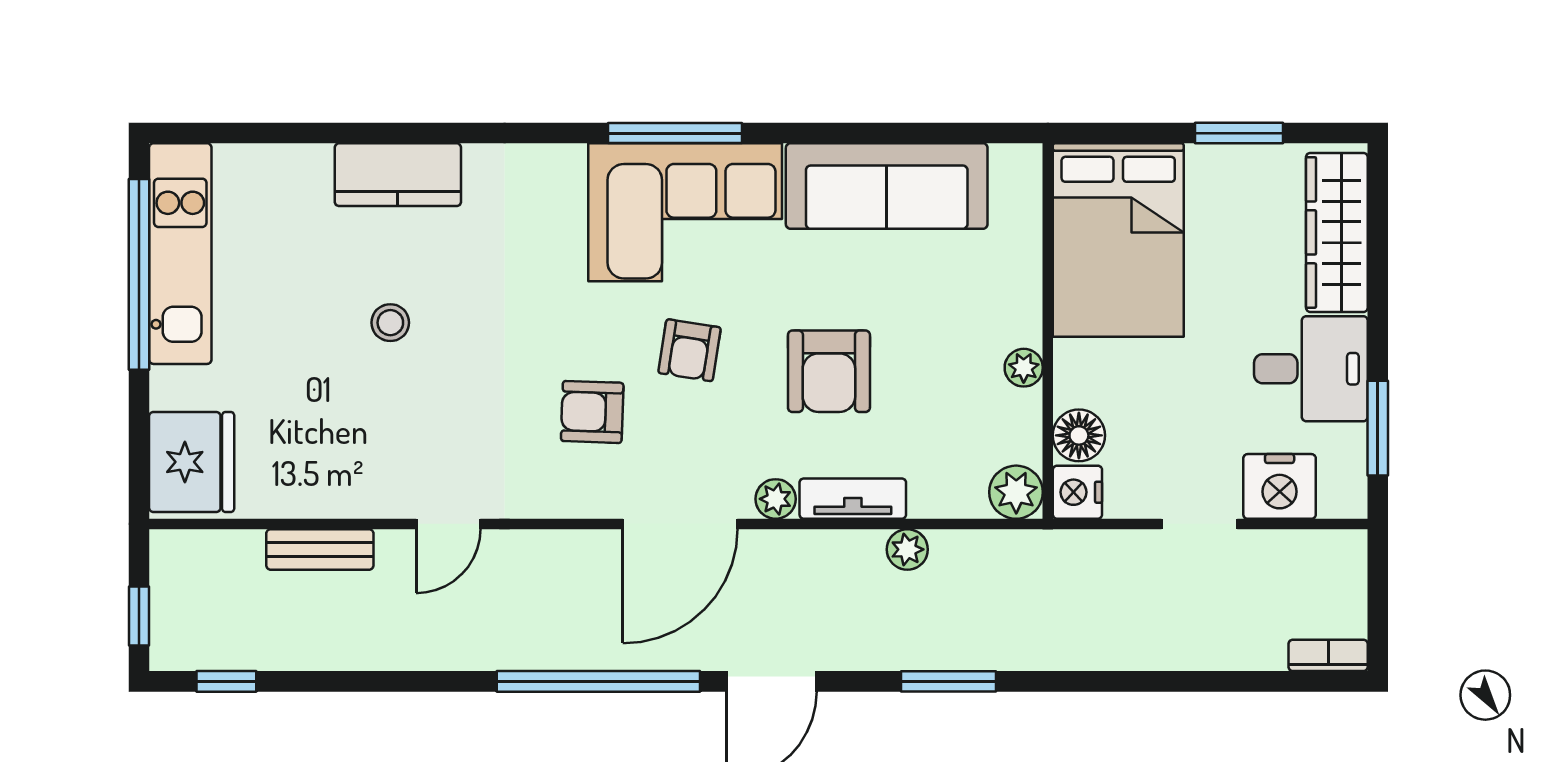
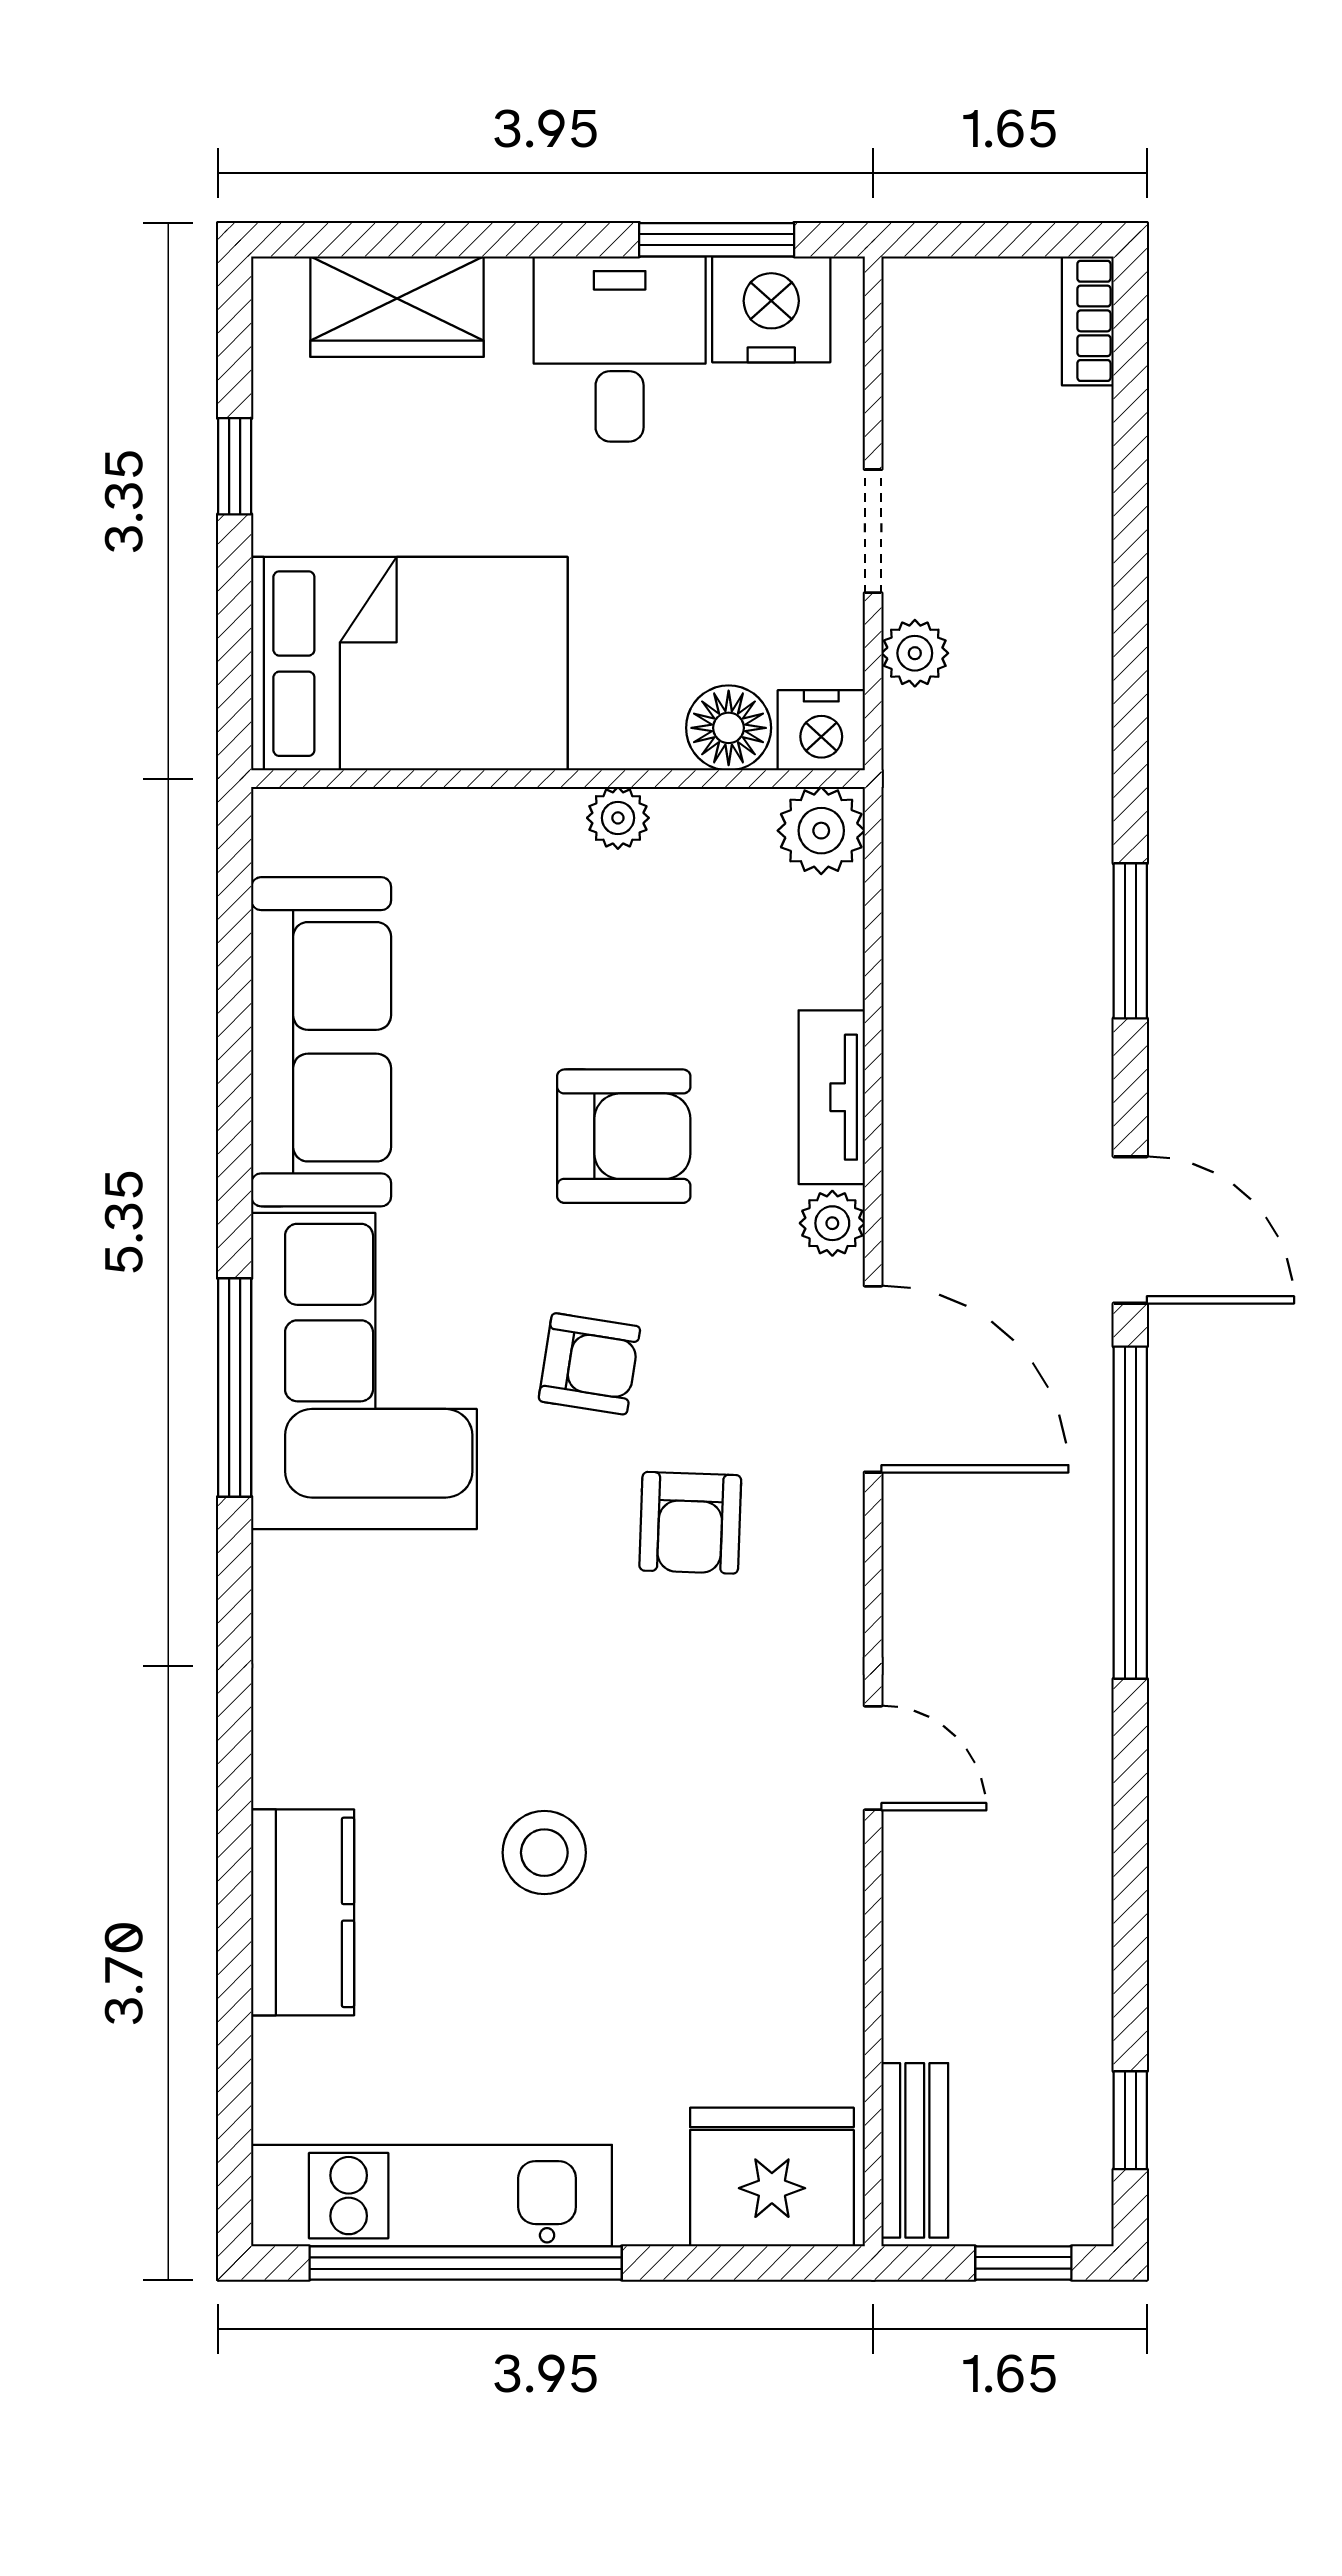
window: (1239, 133) -> (235, 466), width x0.67
kitchen counter: (398, 175) -> (303, 1912), moved
wardrobe: (1337, 232) -> (397, 307), width x0.67
stool: (390, 323) -> (544, 1853), width x1.37, depth x1.37
nightstand: (1280, 486) -> (771, 309), moved, turned -90
bench: (320, 549) -> (915, 2150), moved
plant: (907, 549) -> (915, 653), moved

